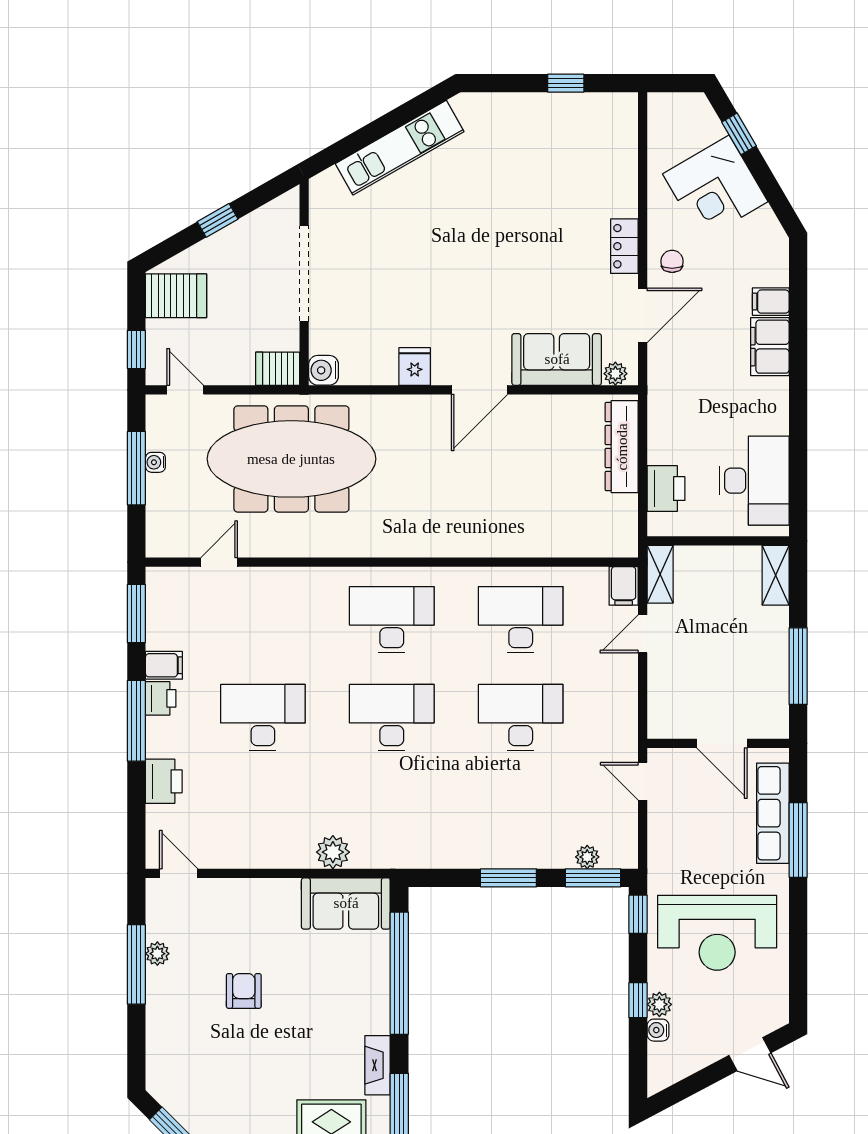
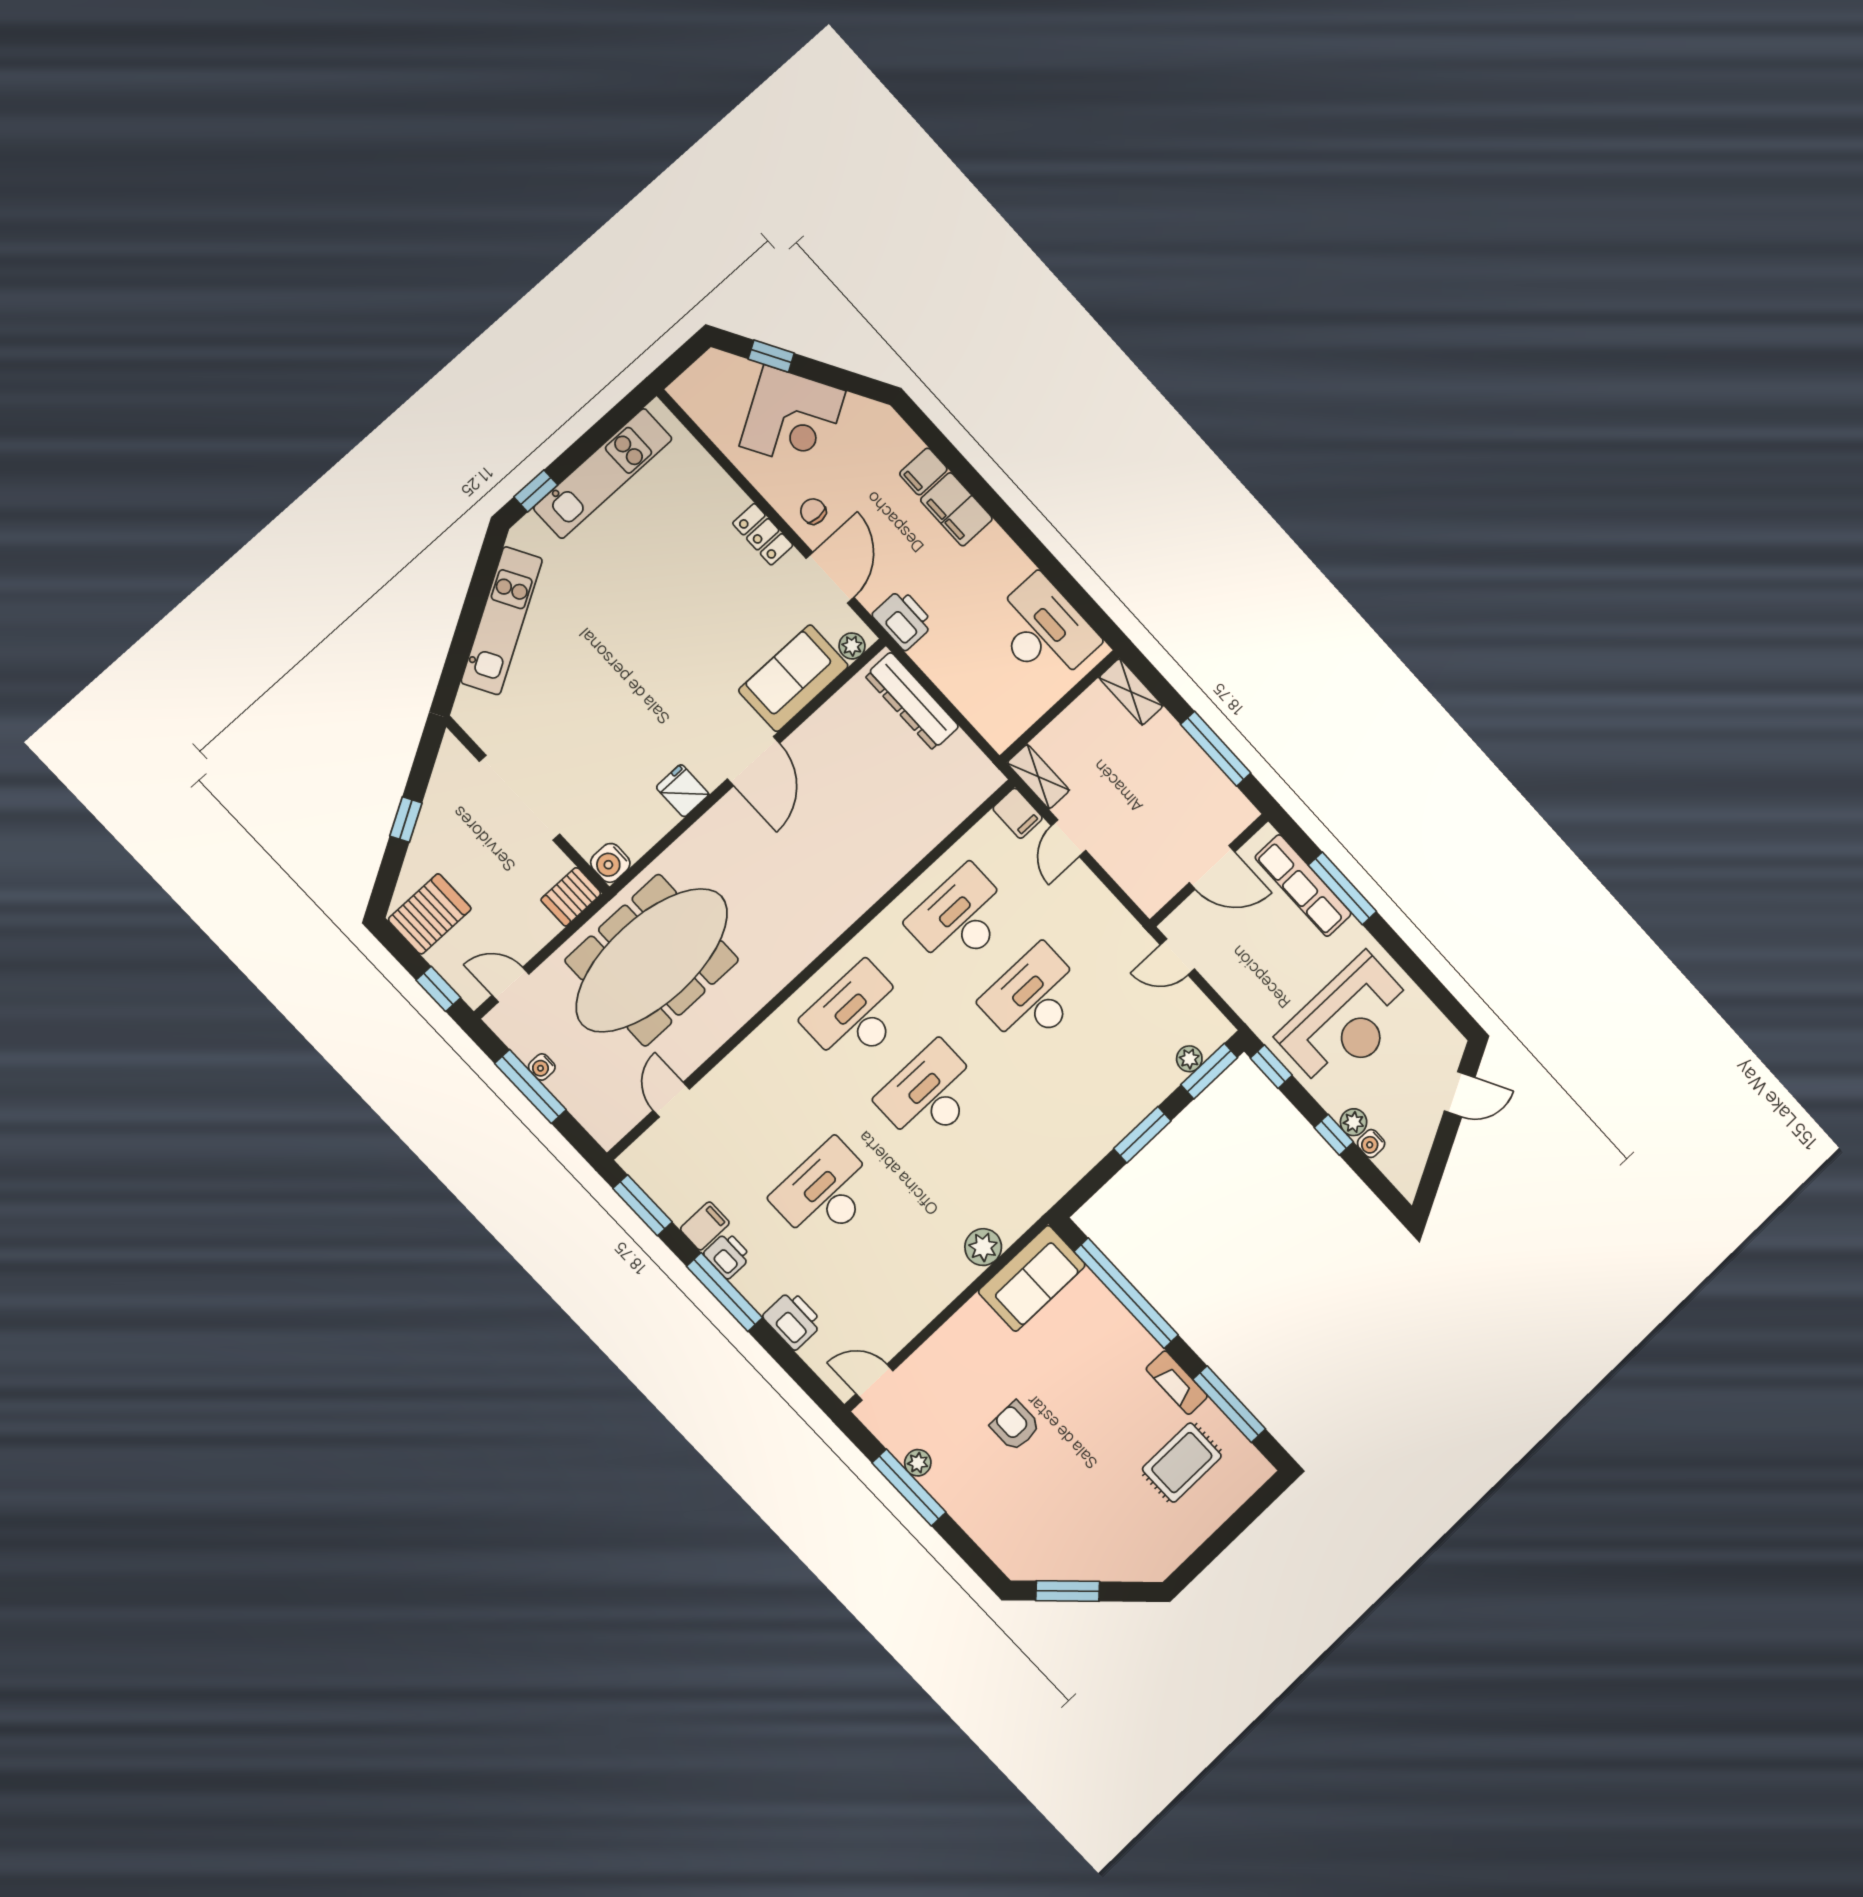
window: (566, 83) -> (536, 491), moved
kitchen unit: (555, 111) -> (603, 473), added
printer: (666, 489) -> (903, 619), moved

